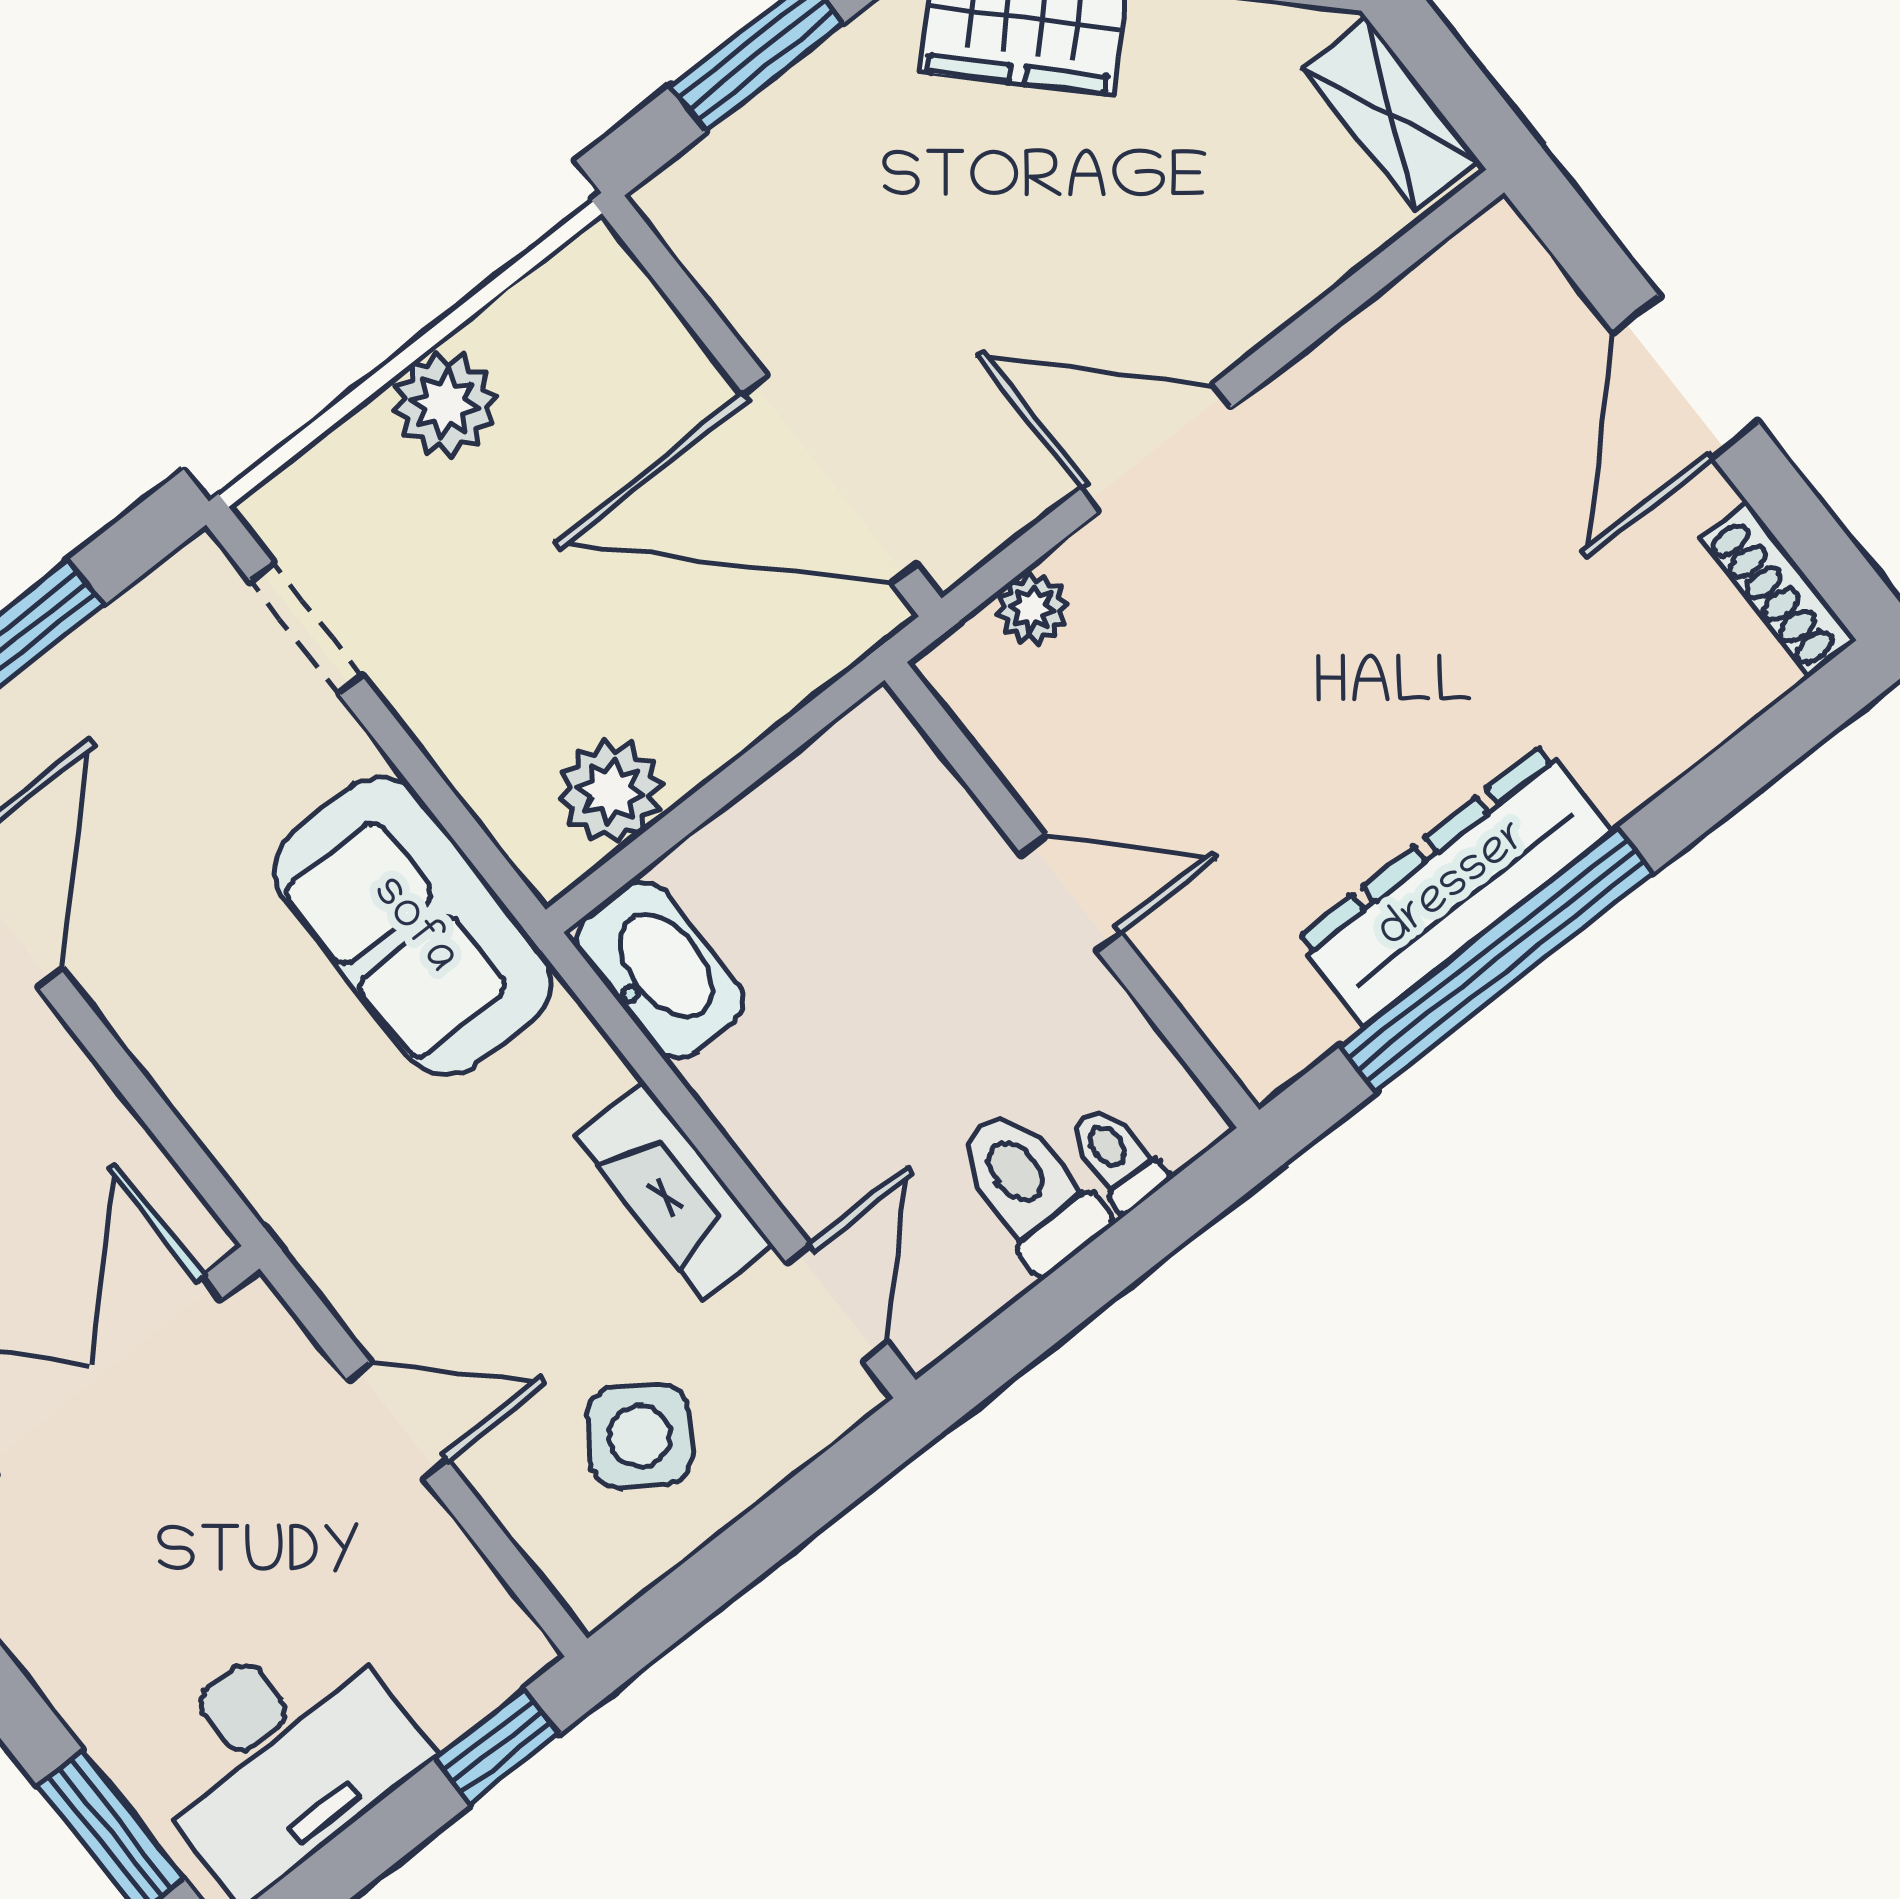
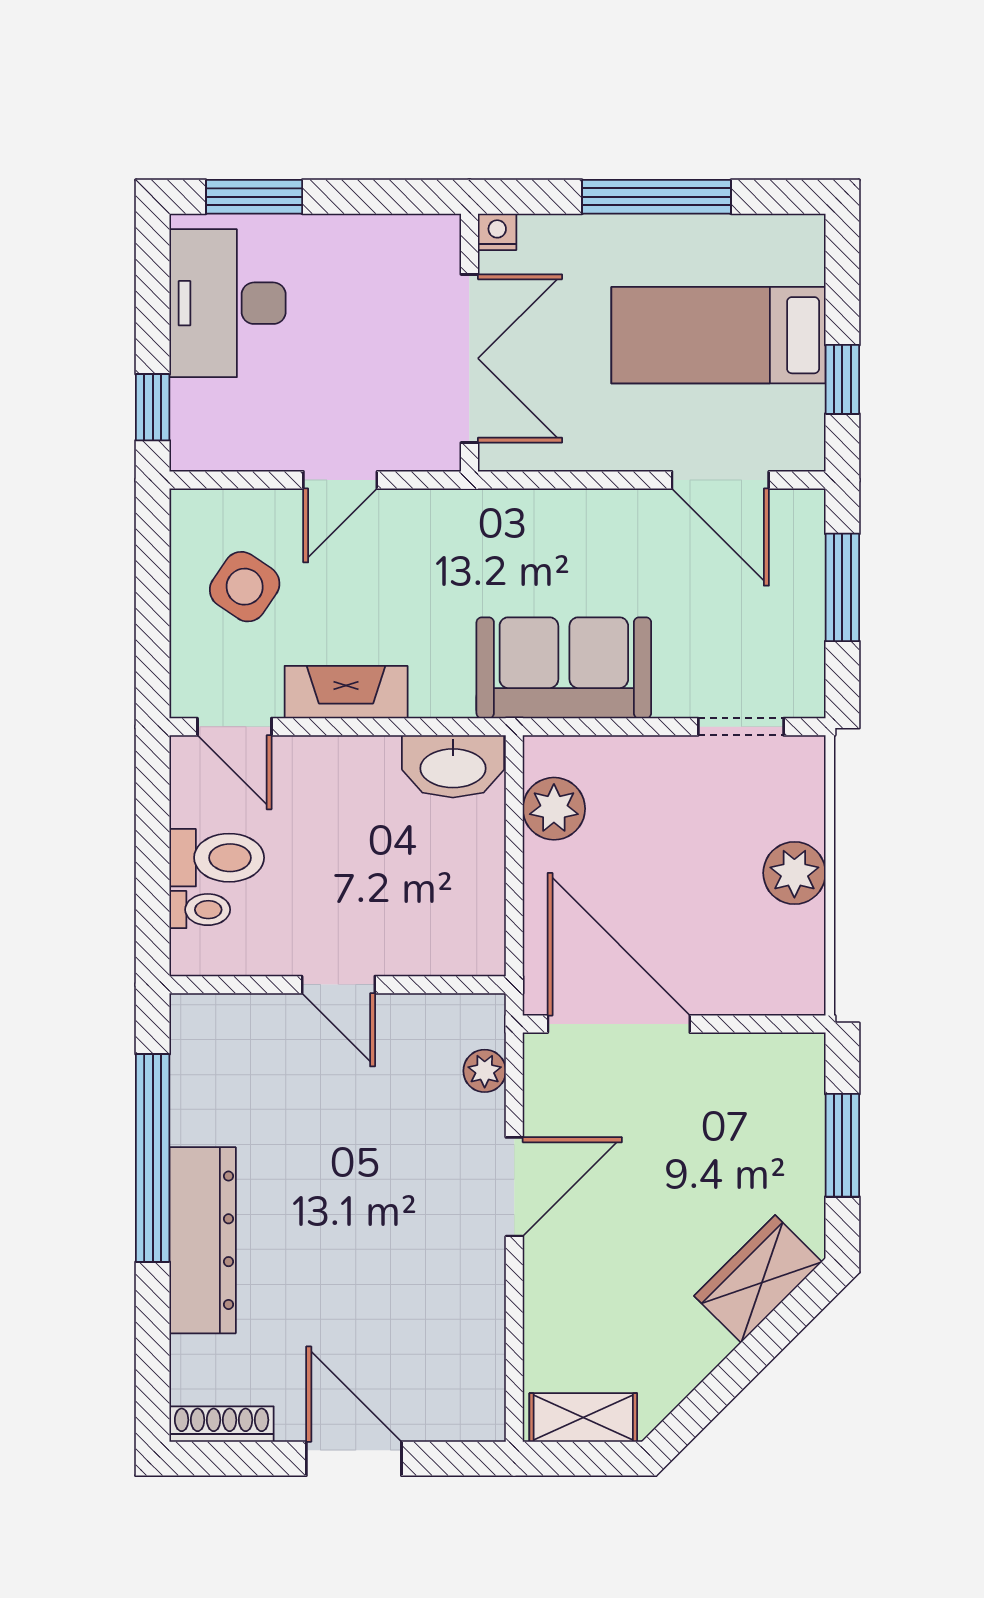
door: (830, 480) -> (619, 1024), hinge flipped
dresser: (1454, 886) -> (203, 1240), moved
door: (1071, 894) -> (338, 985), hinge flipped

